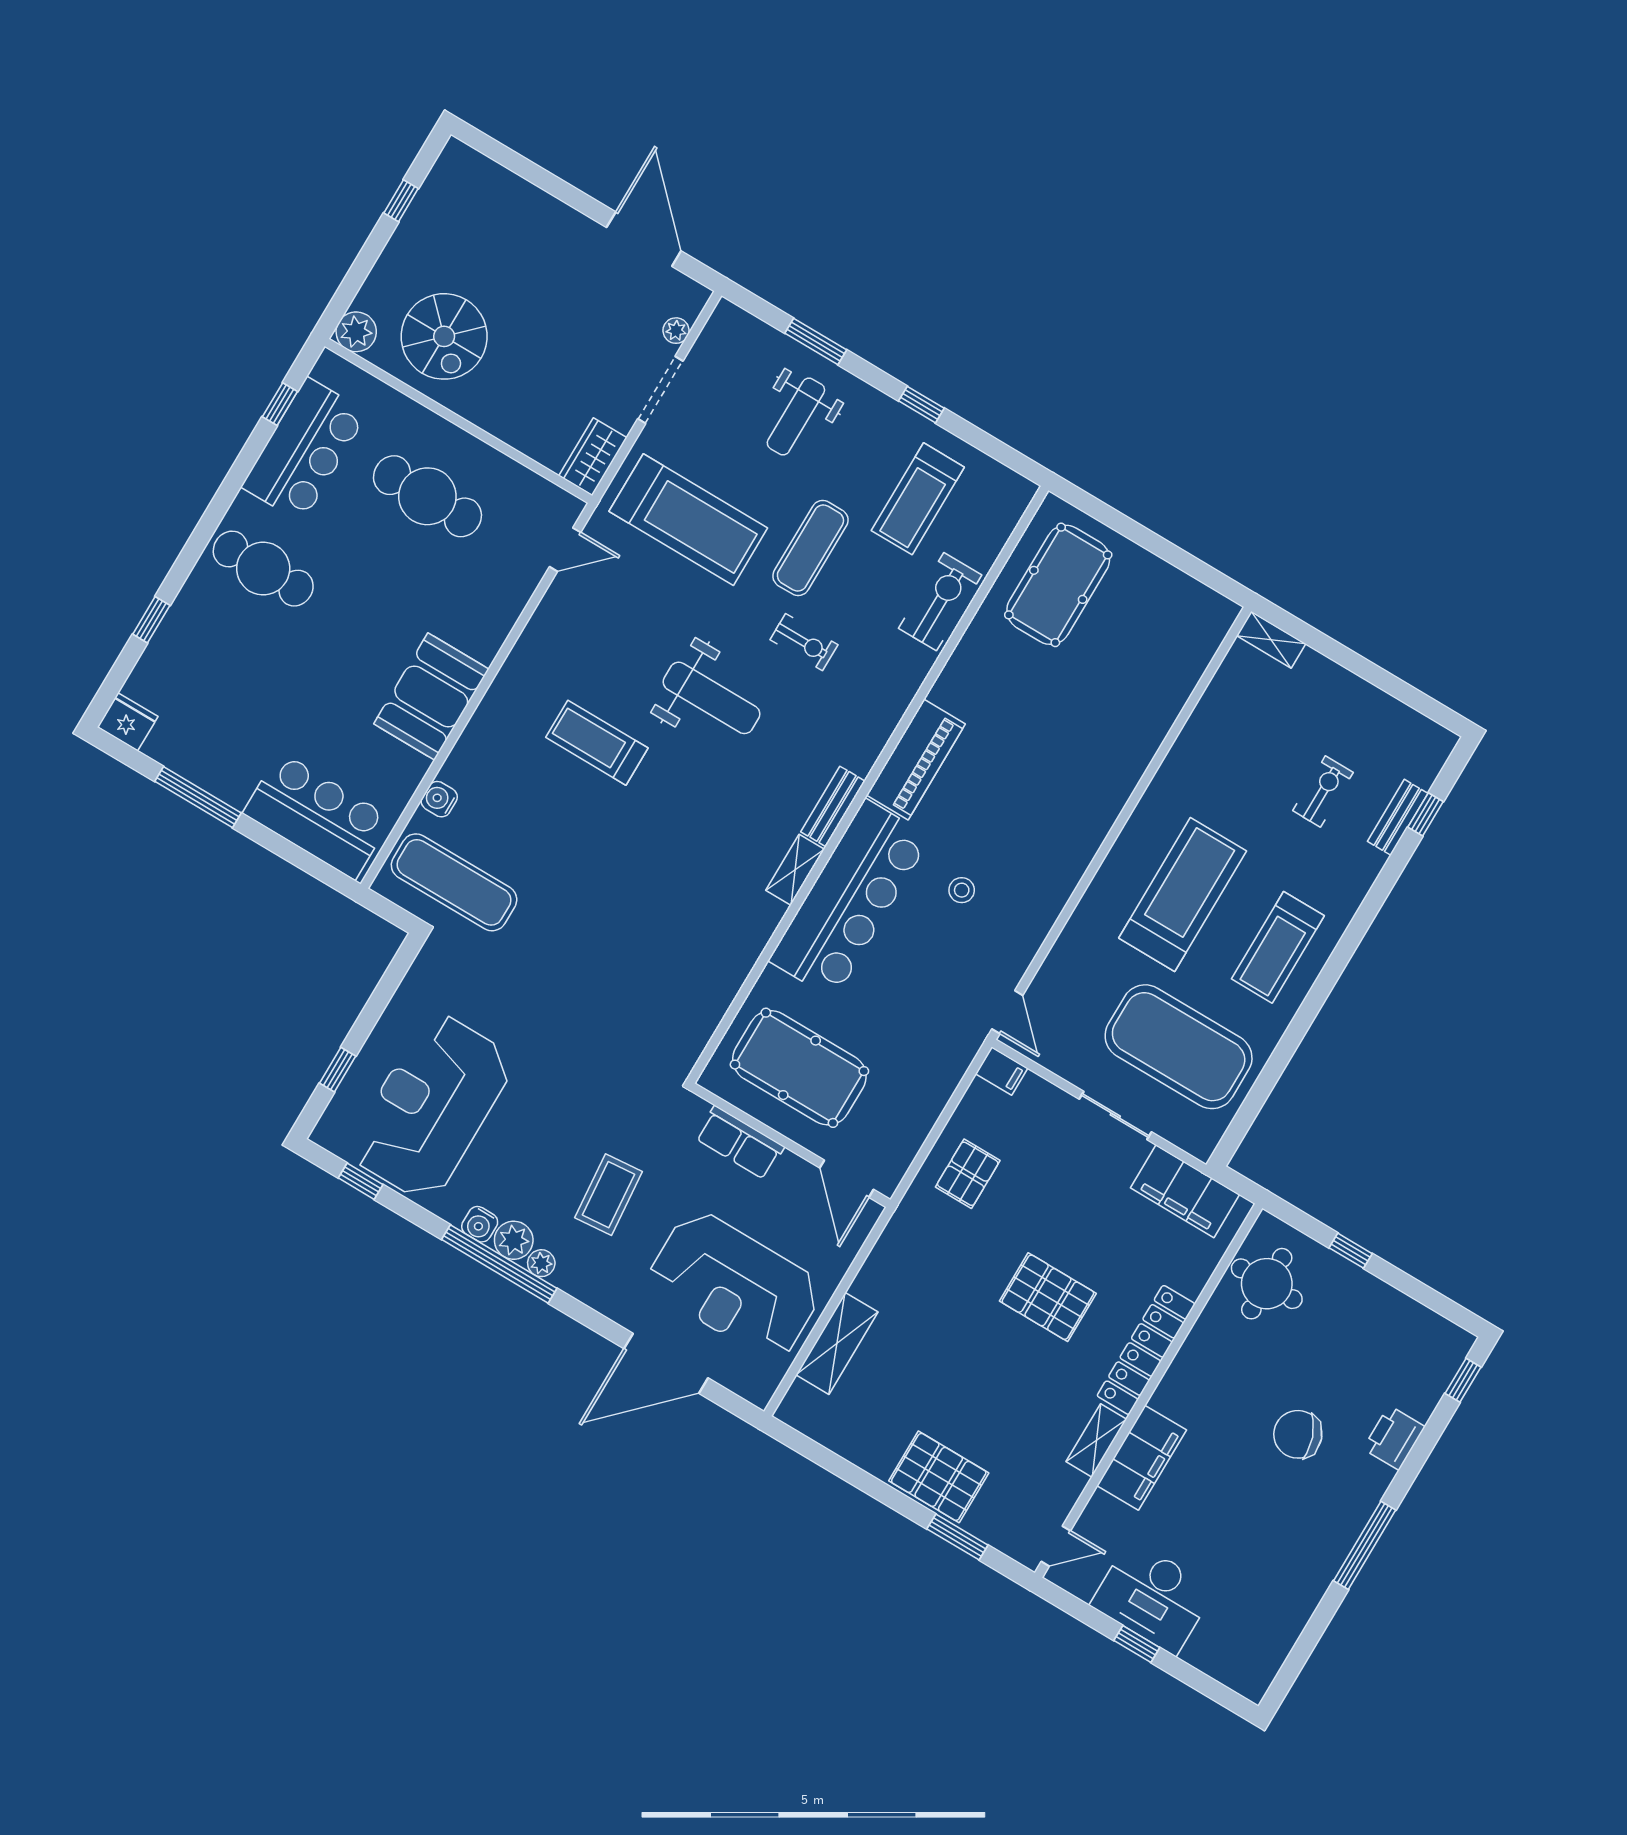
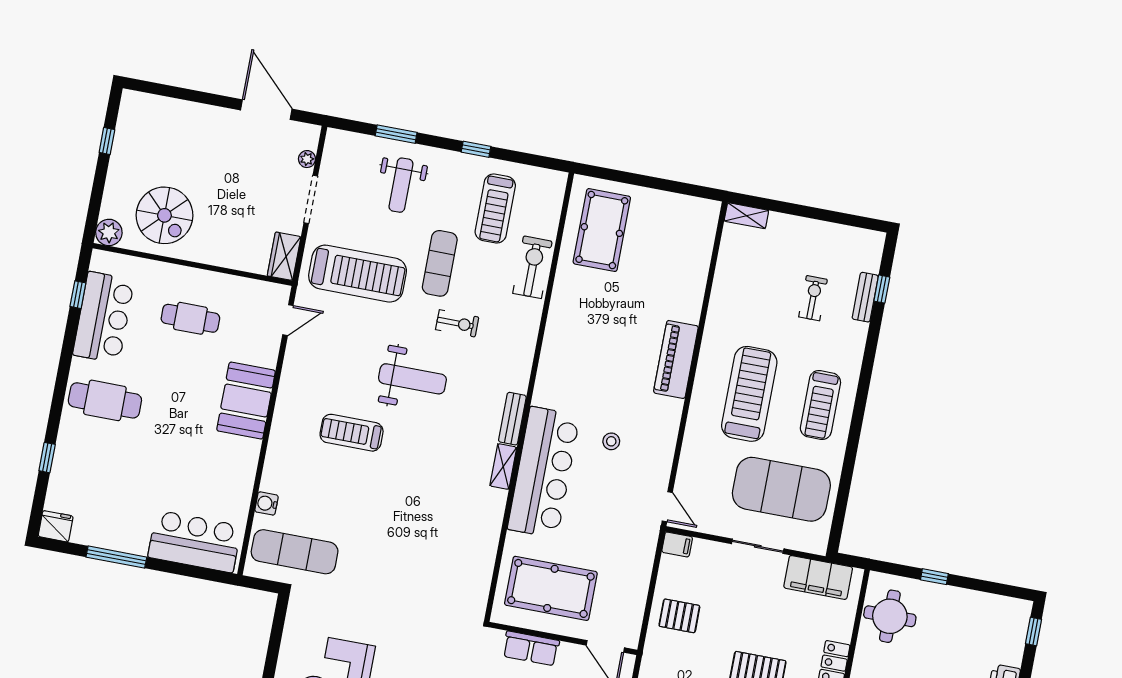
cafe table: (427, 496) -> (190, 318), width x0.73, depth x0.74
booth: (431, 696) -> (246, 401), moved
piano: (916, 759) -> (676, 359), moved, turned 180
pallet: (968, 1174) -> (679, 616), turned 90

